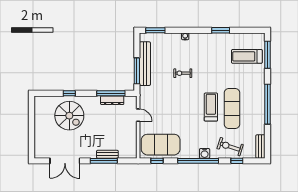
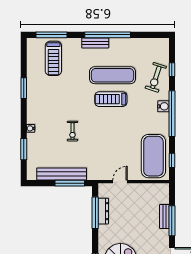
window: (155, 30) -> (24, 149), moved
bench: (260, 147) -> (95, 43), moved

